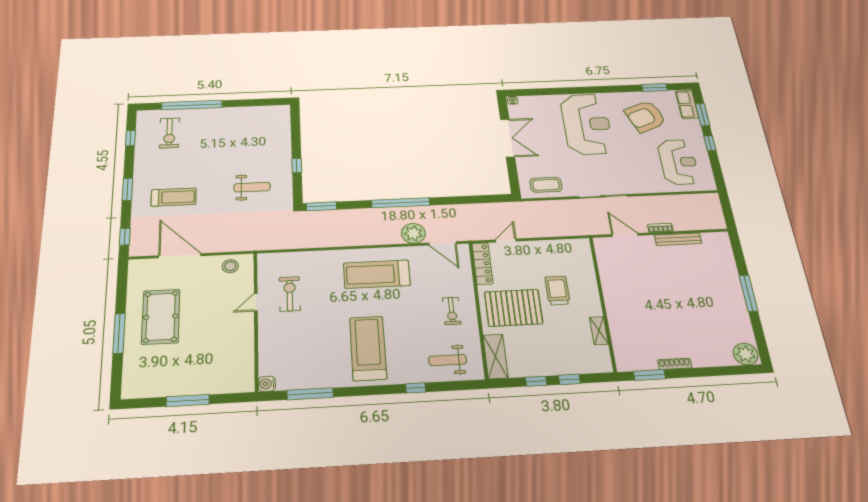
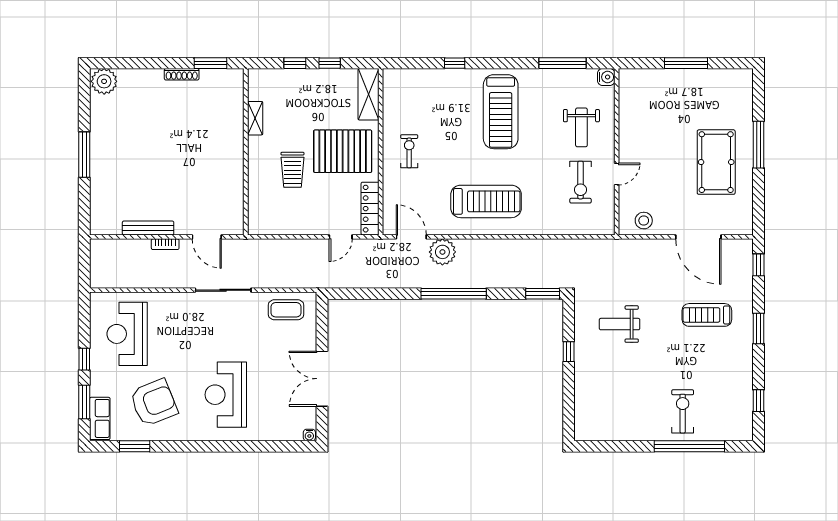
reception desk: (587, 124) -> (226, 395), width x0.74, depth x0.77
exercise bike: (169, 133) -> (683, 411), moved
weight bench: (448, 360) -> (581, 127), moved, turned 90

